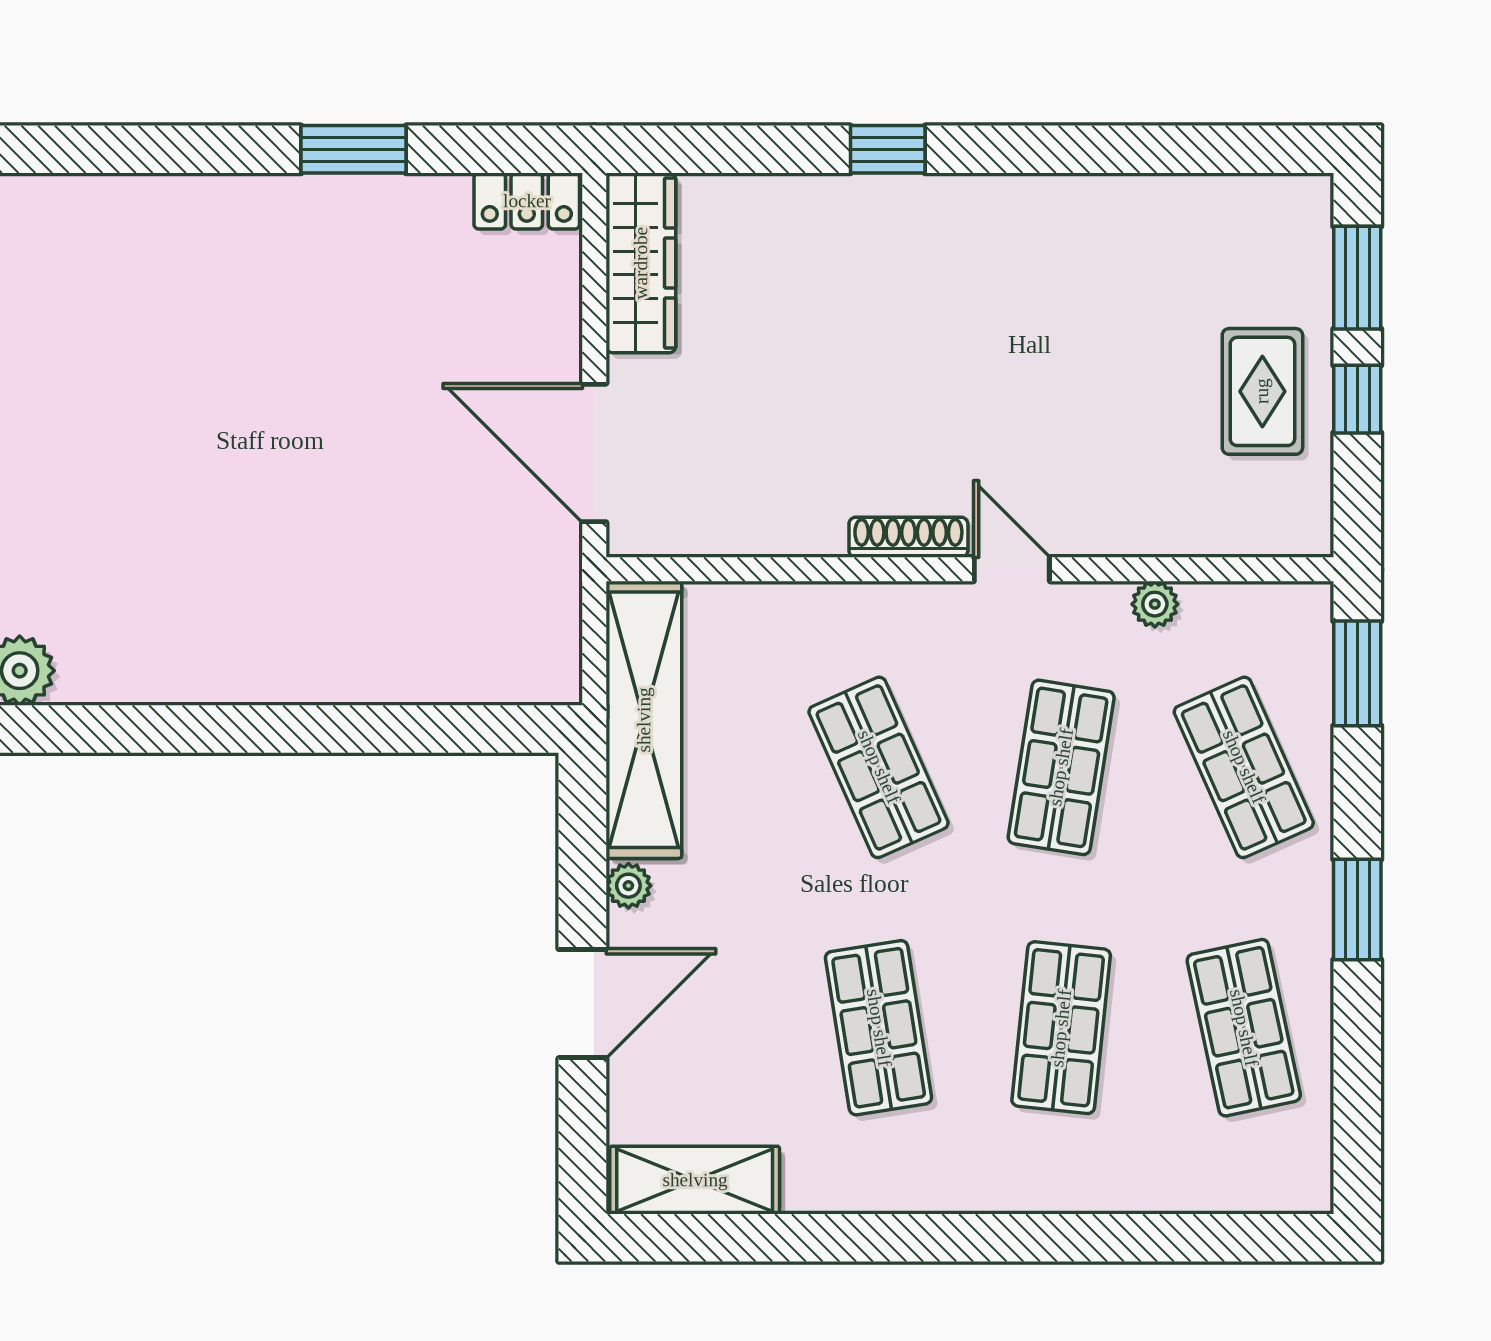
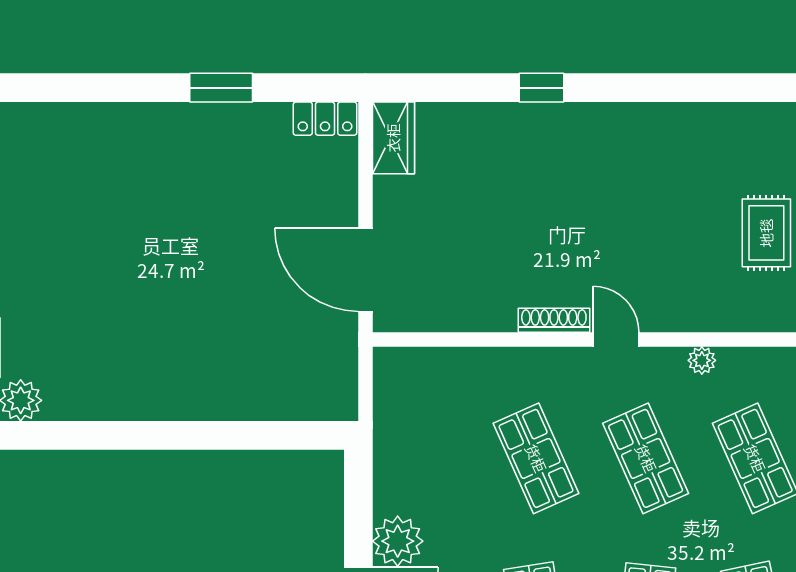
wardrobe: (641, 263) -> (393, 138), width x0.67
shelving: (644, 720) -> (395, 430), removed
shop shelf: (1061, 767) -> (646, 458), turned -33
plant: (628, 886) -> (398, 541), width x1.88, depth x1.88

